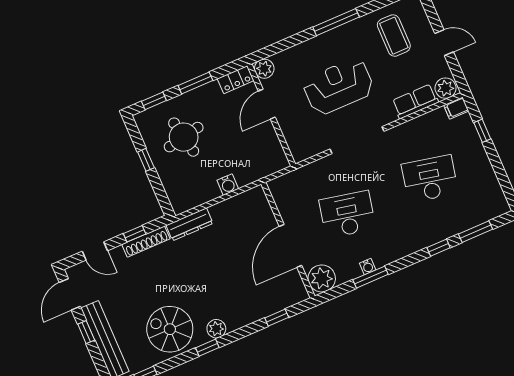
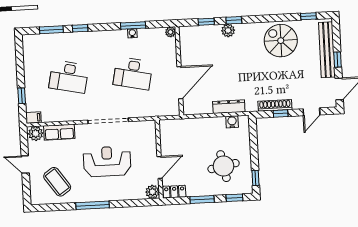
coffee table: (394, 36) -> (57, 182), turned -35
reception desk: (338, 86) -> (107, 161), turned 180
window: (146, 160) -> (255, 178), moved
water cooler: (228, 185) -> (232, 122), moved
dresser: (189, 224) -> (229, 107), moved
door: (290, 246) -> (180, 83), moved
door: (95, 251) -> (312, 112), swing flipped
plant: (322, 278) -> (170, 32), width x0.53, depth x0.53
spiral stairs: (170, 329) -> (281, 41), turned 180
plant: (216, 329) -> (228, 30), moved
window: (207, 348) -> (234, 20), moved

